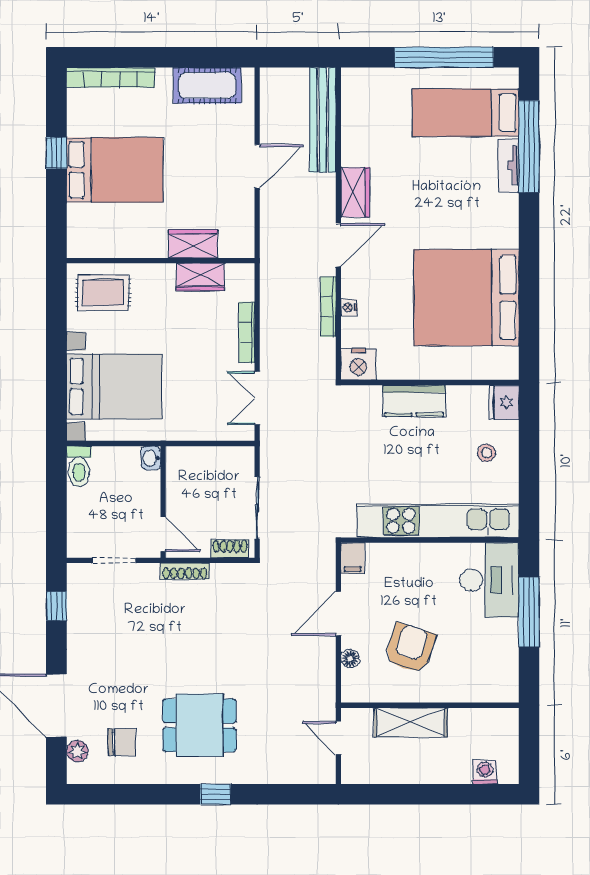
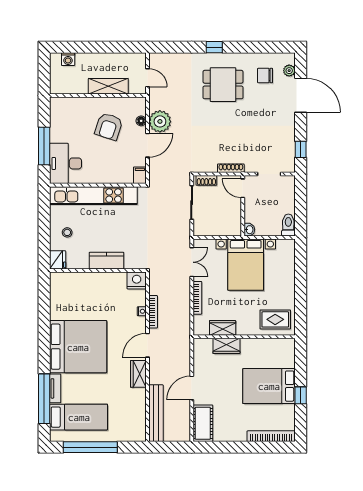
cot: (207, 85) -> (203, 423), moved, turned 90
bed: (466, 298) -> (78, 347), moved
bed with nightstands: (114, 386) -> (246, 265), moved, turned -90
plant: (316, 657) -> (160, 121), added

